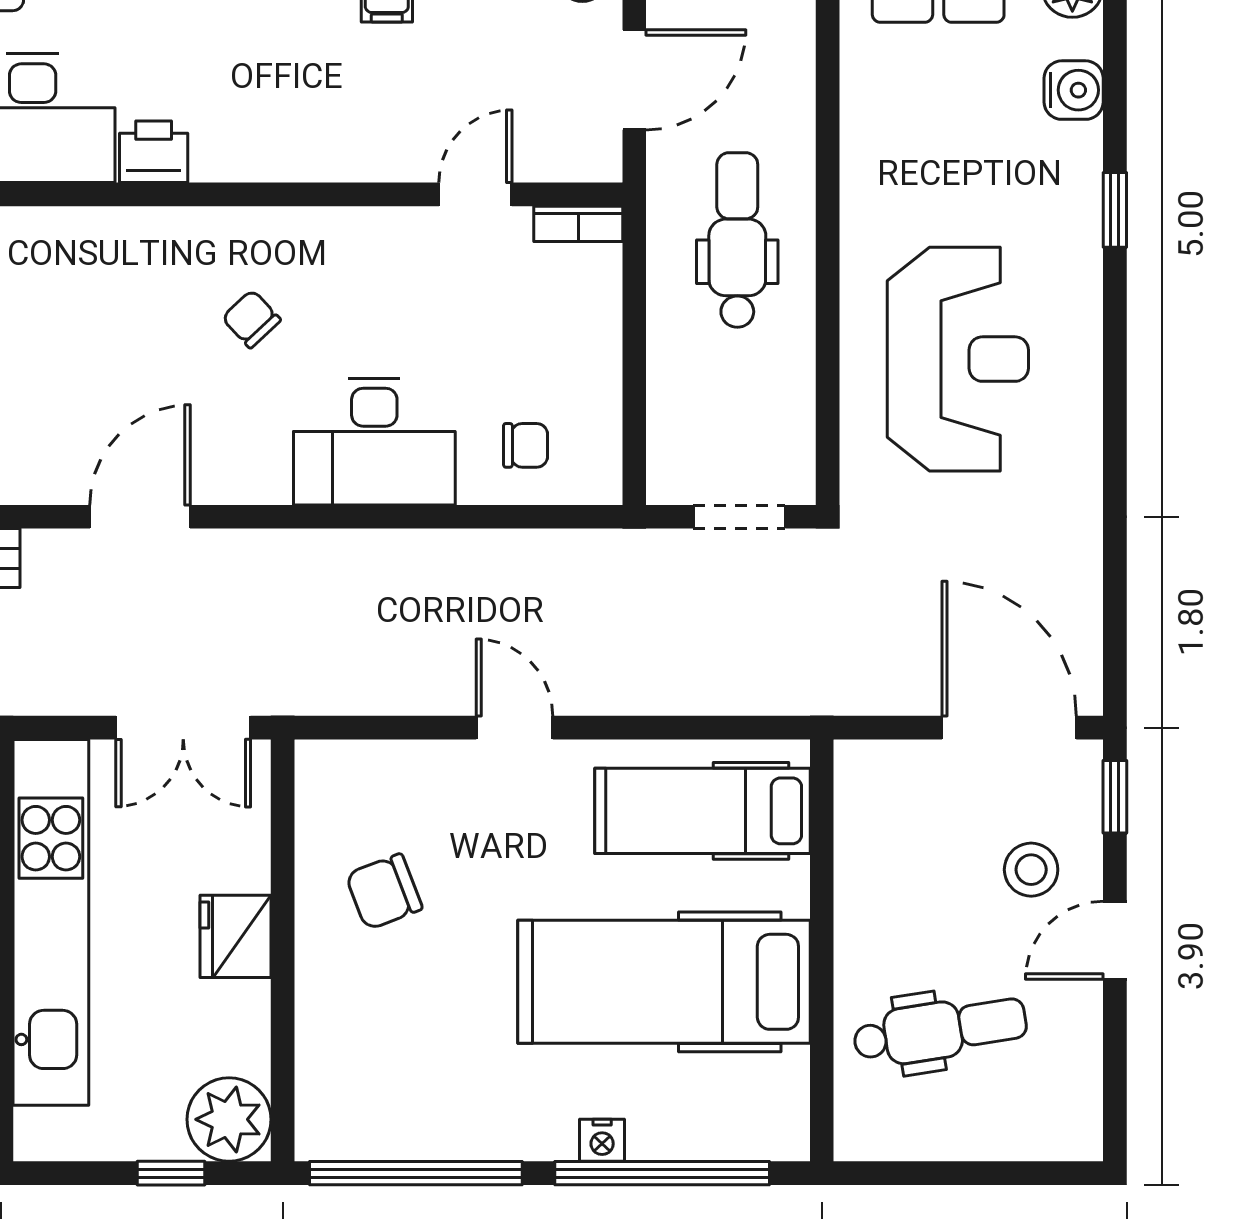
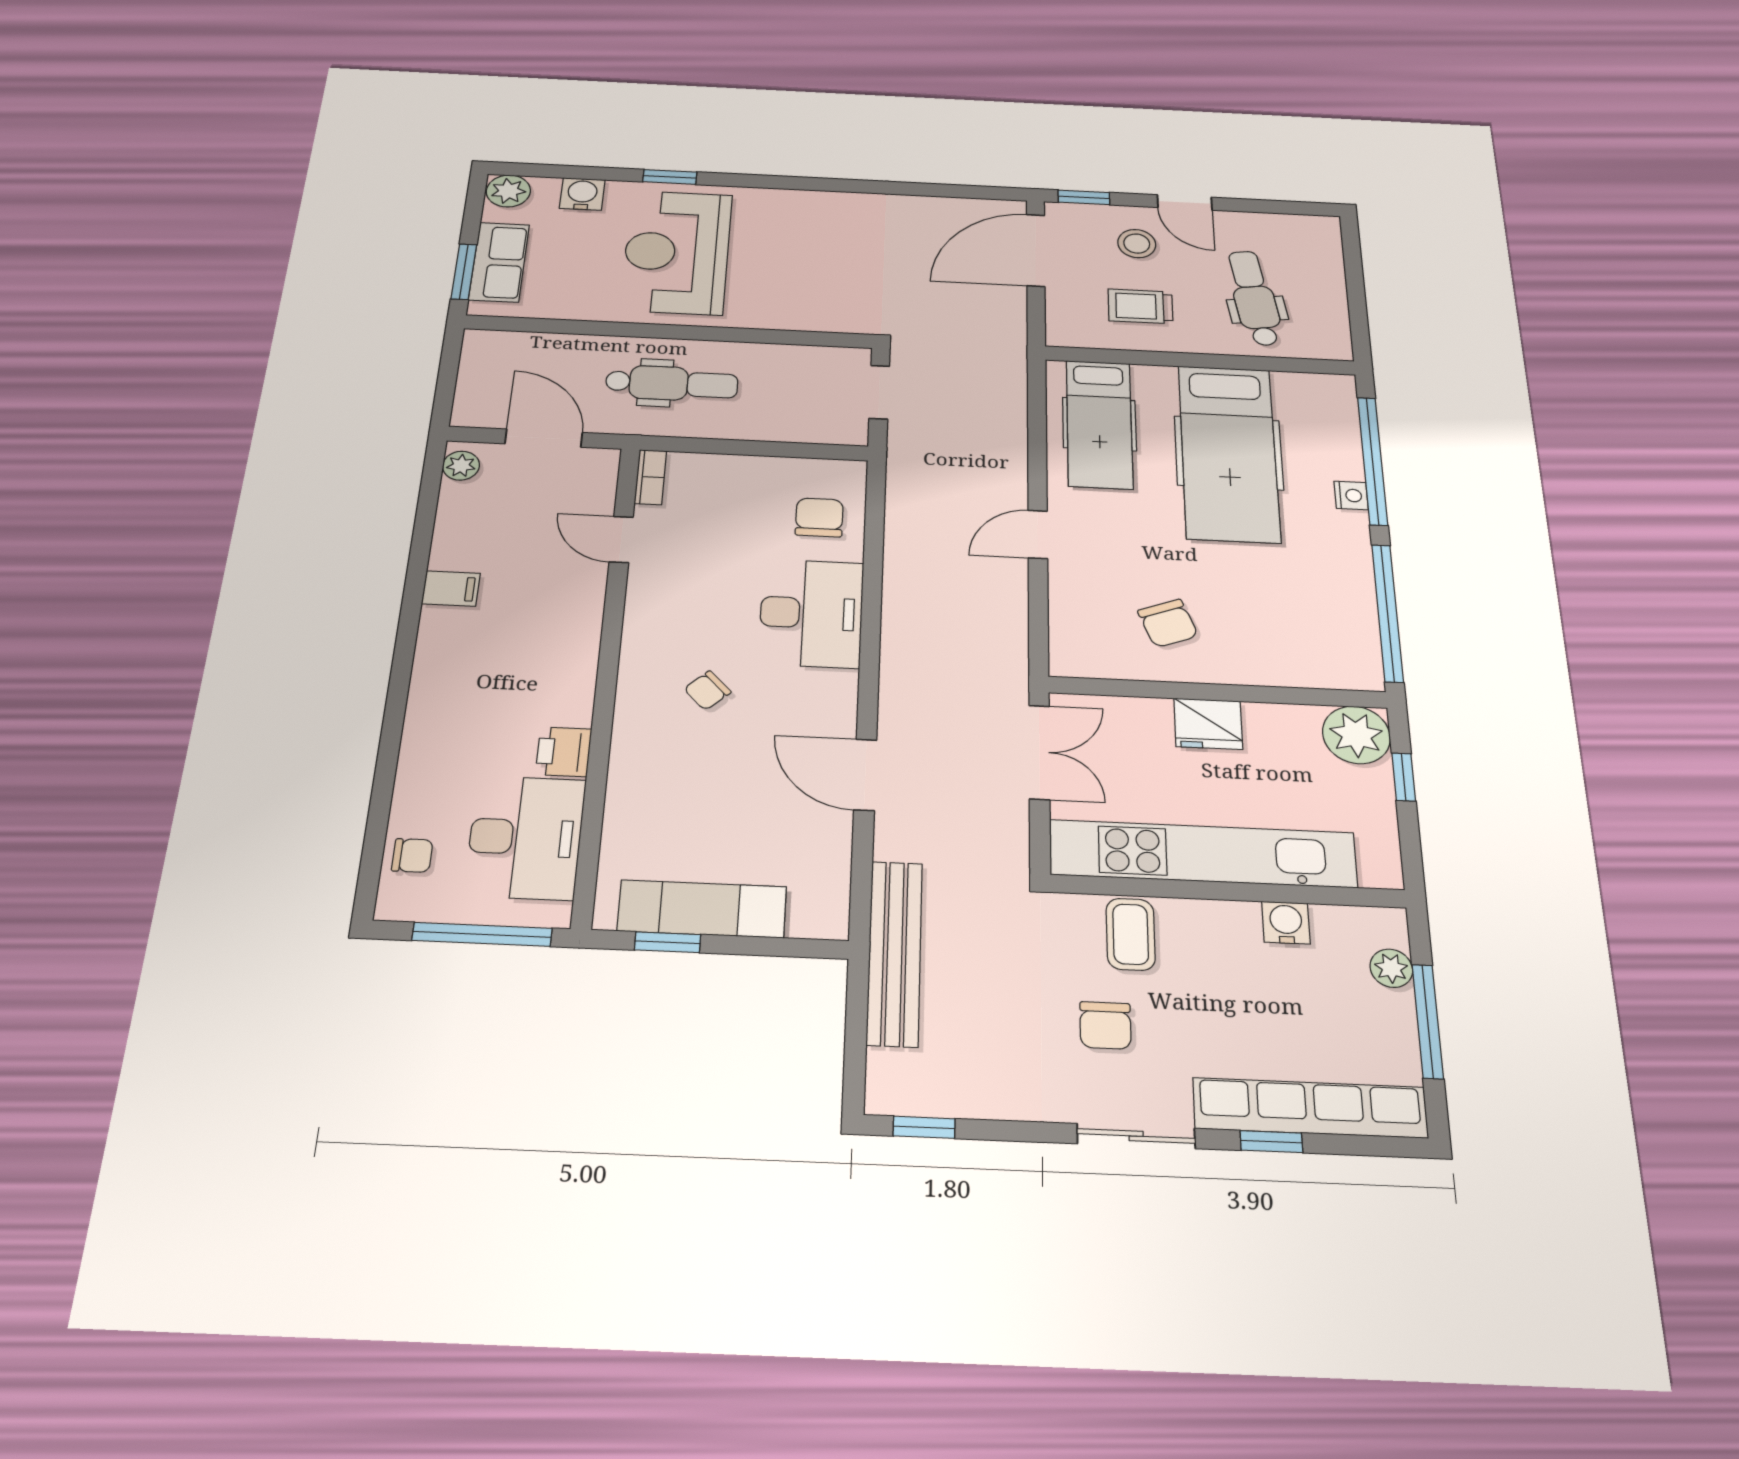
dental chair: (737, 240) -> (672, 383), turned 180
reception desk: (958, 359) -> (677, 252), moved, turned -90
chair: (525, 445) -> (819, 517), width x1.37, depth x1.37
trolley: (914, 872) -> (1140, 306), added

